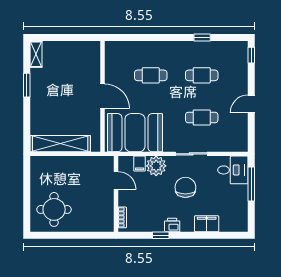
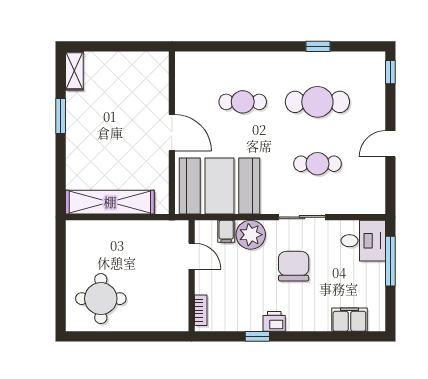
cafe table: (202, 75) -> (317, 102), width x1.37, depth x1.35
filing cabinet: (207, 224) -> (349, 320), moved

